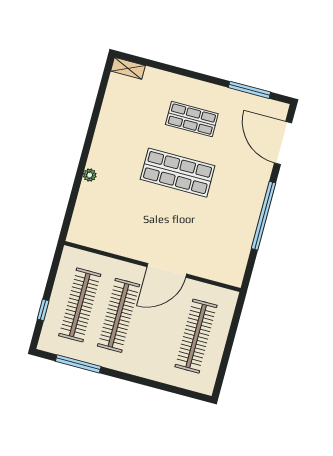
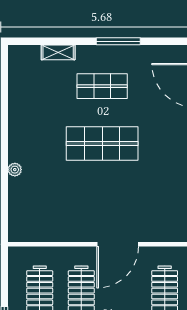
shelving: (128, 68) -> (58, 52), moved
window: (249, 90) -> (118, 41), moved

